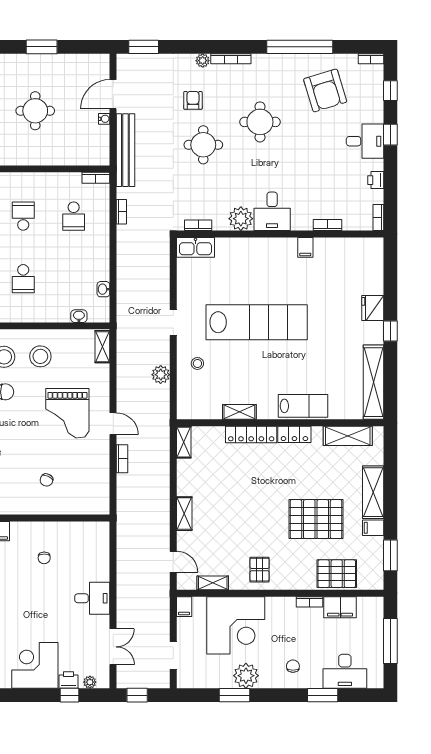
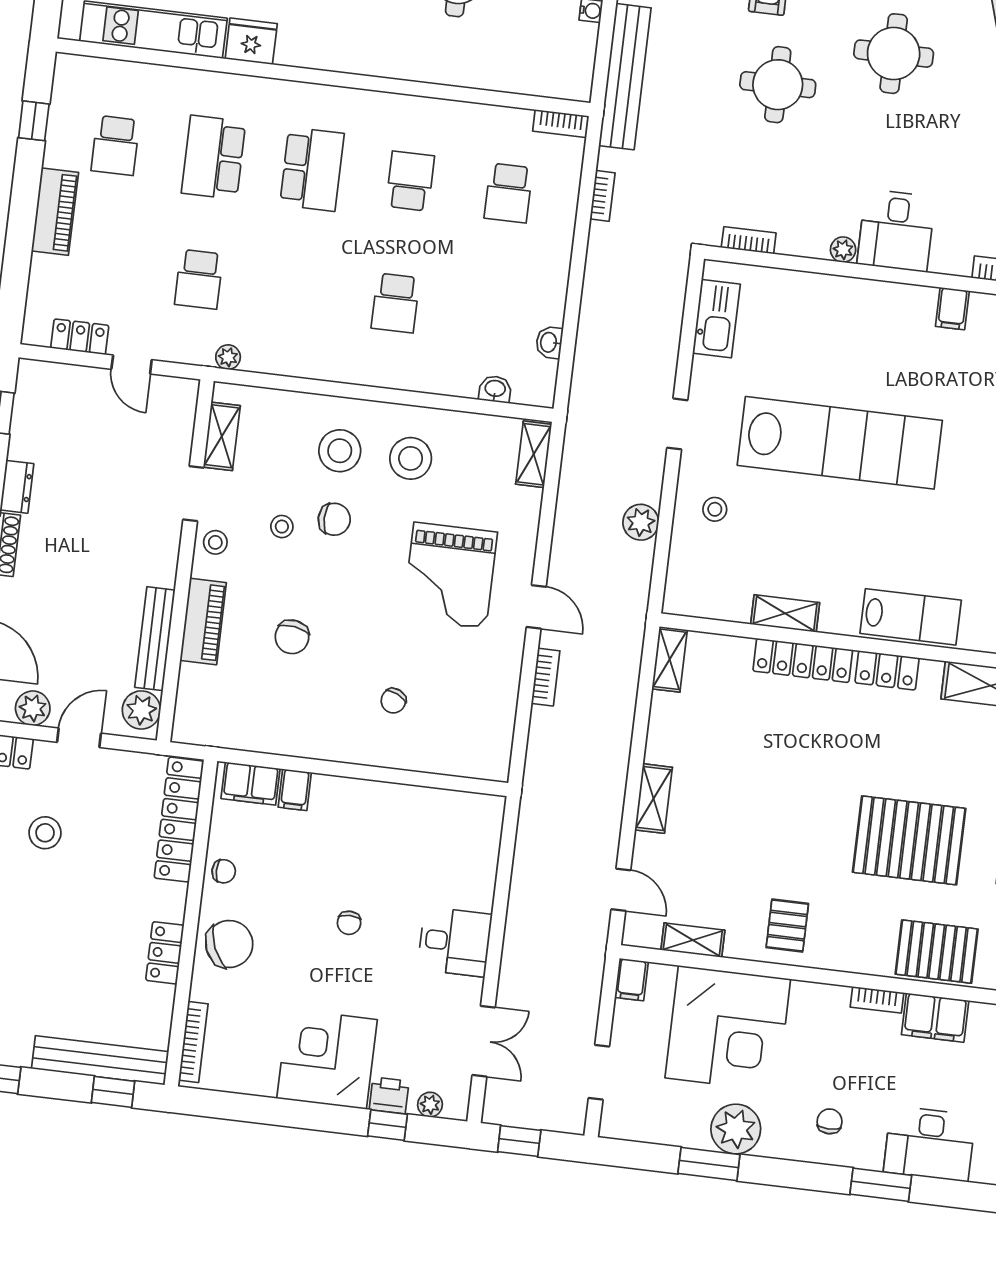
plant: (241, 219) -> (843, 250), width x0.53, depth x0.53
kitchen sink: (195, 247) -> (716, 319), moved, turned -90
chair: (44, 558) -> (349, 923), moved

